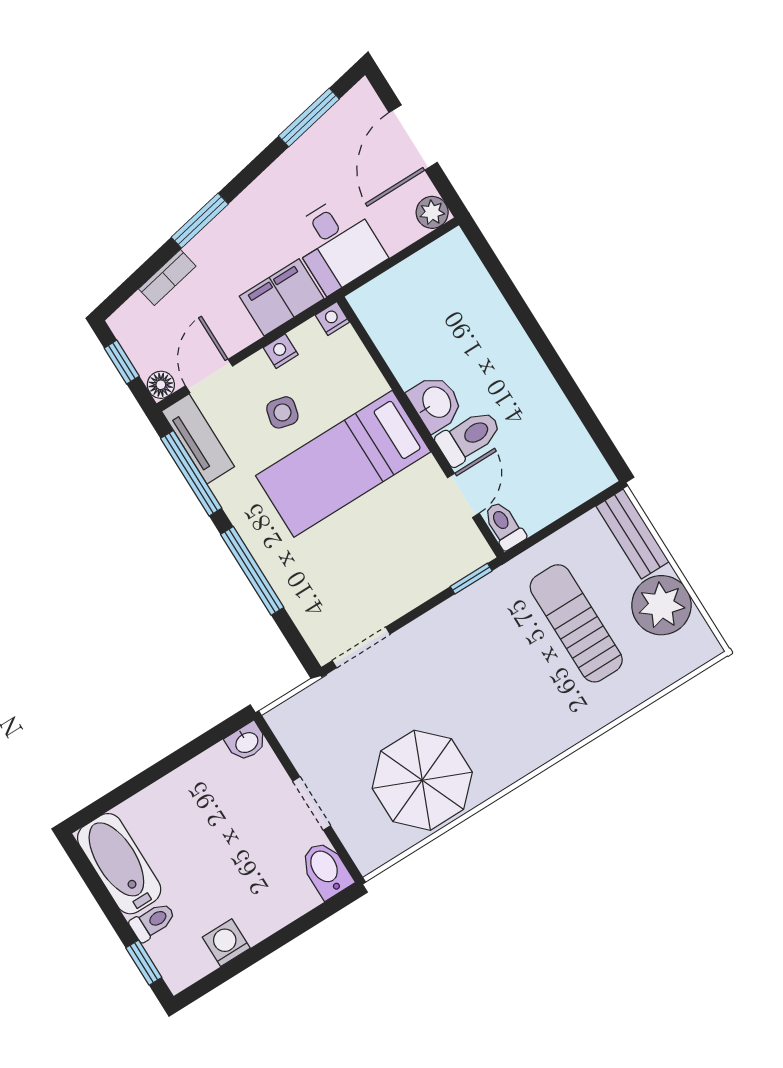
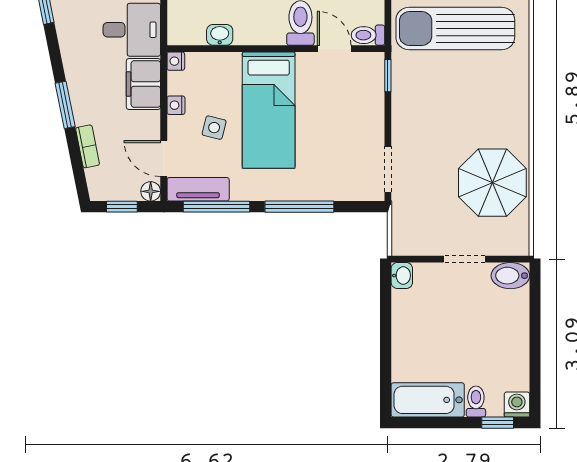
washbasin: (436, 403) -> (220, 35), moved, width x0.72, depth x0.69
sun lounger: (576, 623) -> (455, 28), width x1.36, depth x1.34
washing machine: (226, 943) -> (517, 404), moved, turned 90

